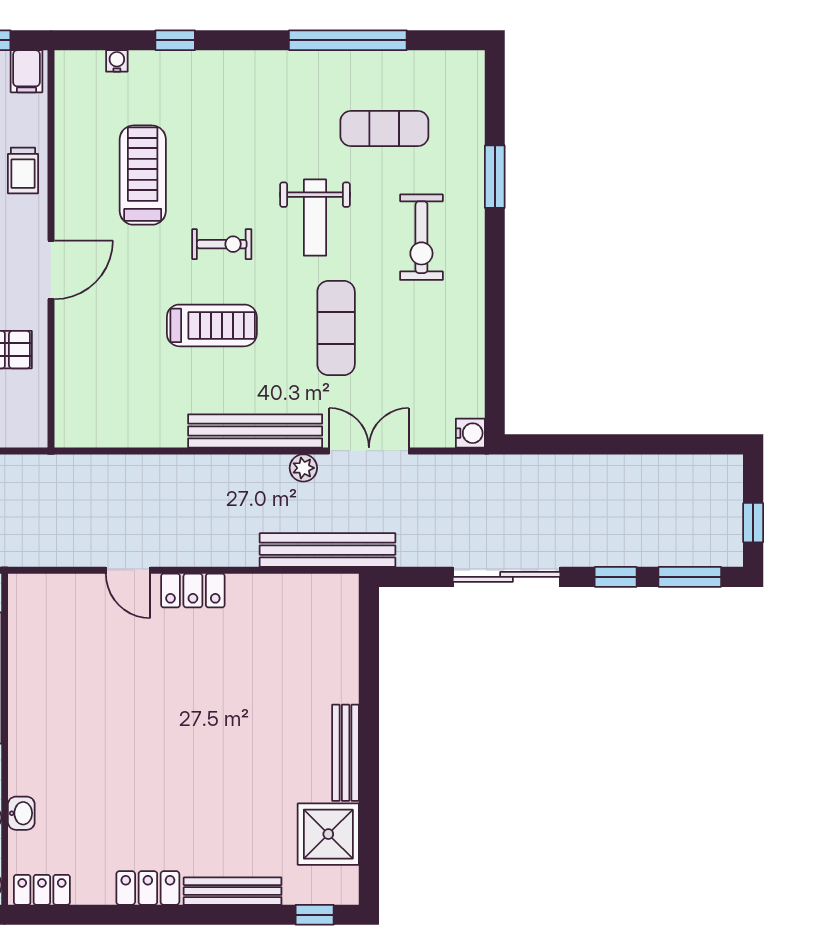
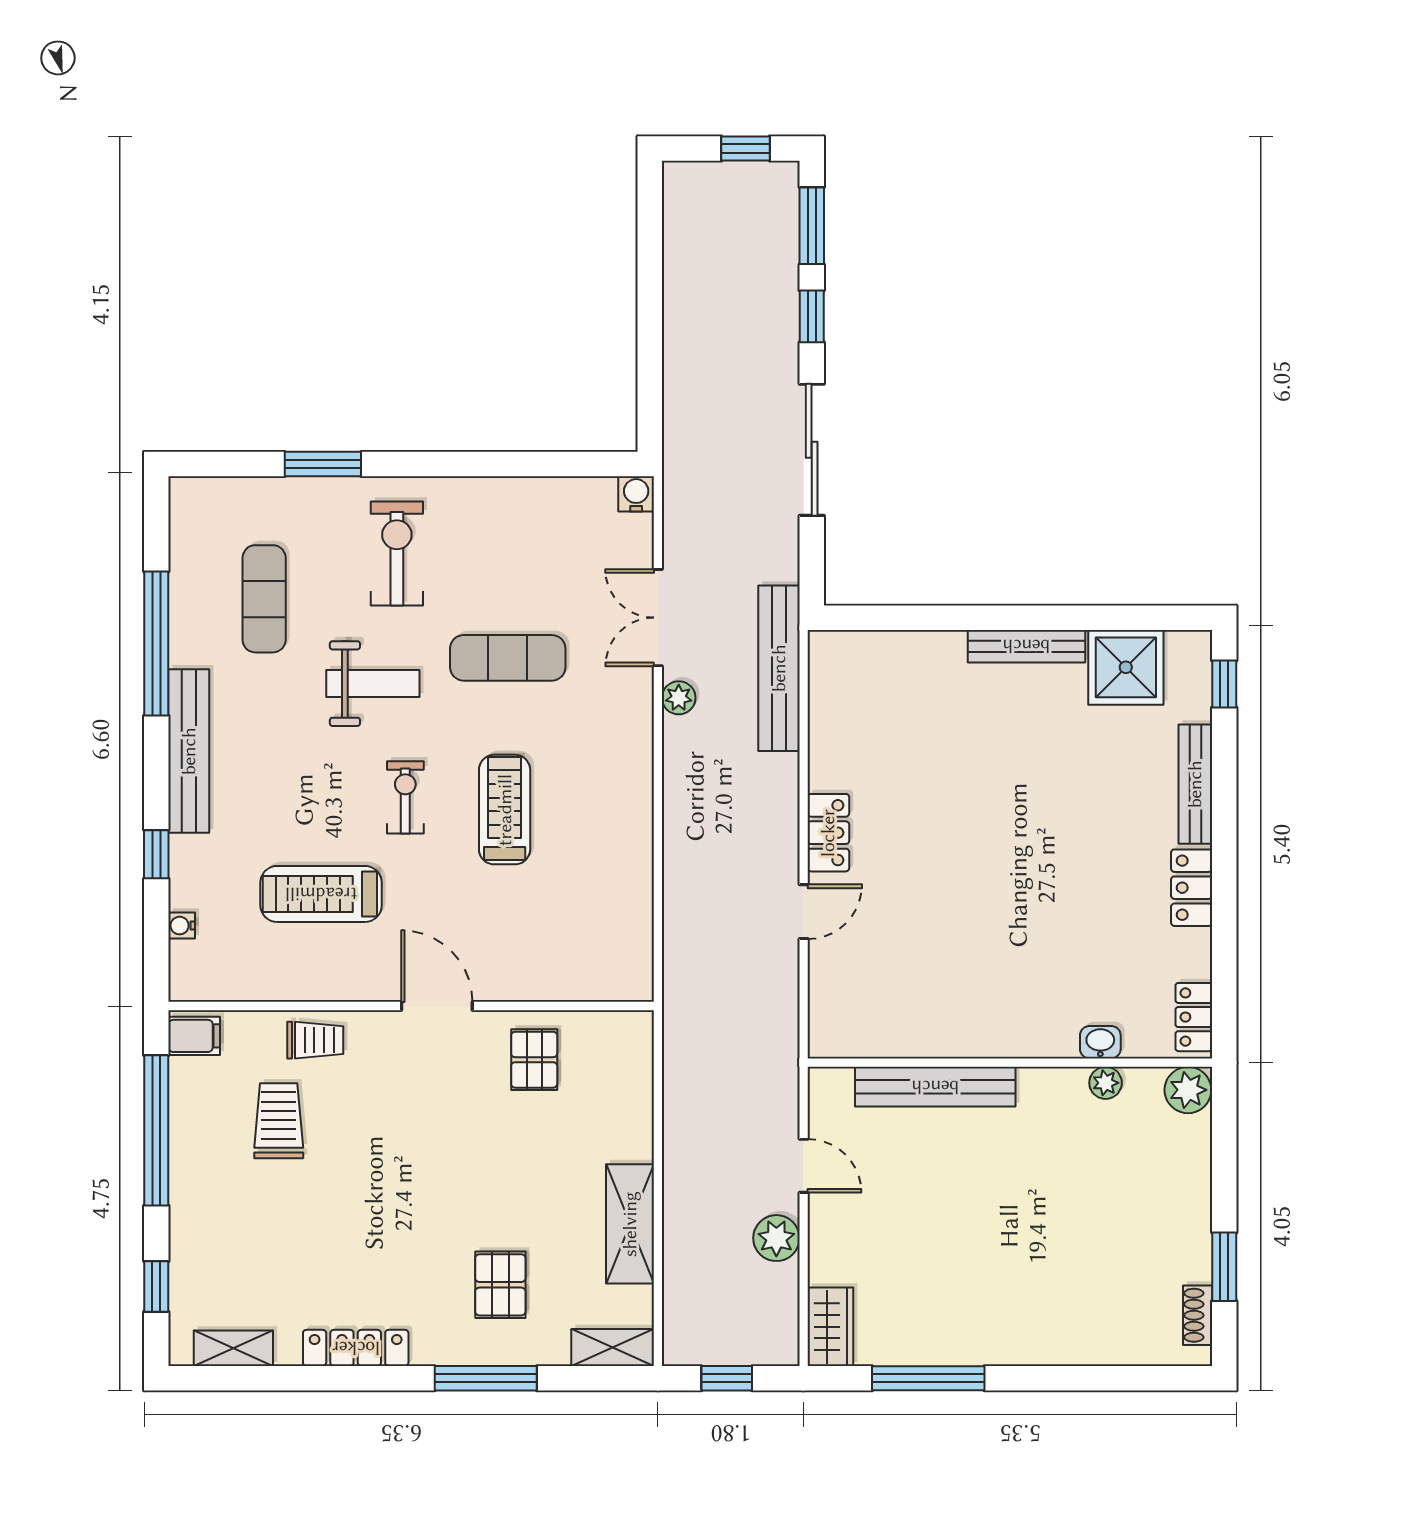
exercise bike: (421, 237) -> (397, 554), turned -90
bench: (255, 431) -> (189, 751), moved

